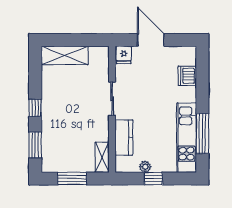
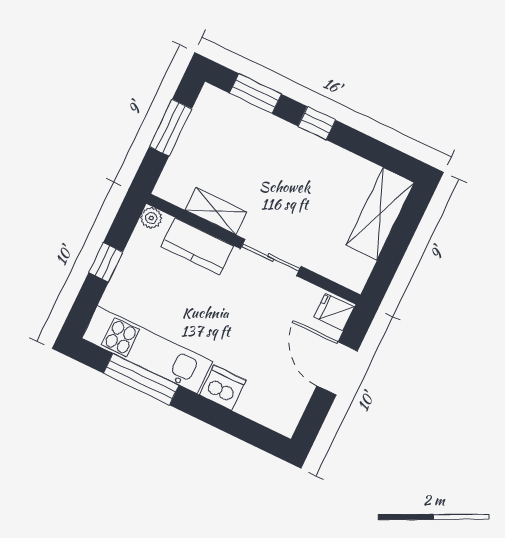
door: (151, 40) -> (337, 368), swing flipped
dishwasher: (187, 76) -> (223, 388), moved
shelving: (102, 157) -> (216, 211), moved
plant: (145, 167) -> (151, 218), moved

